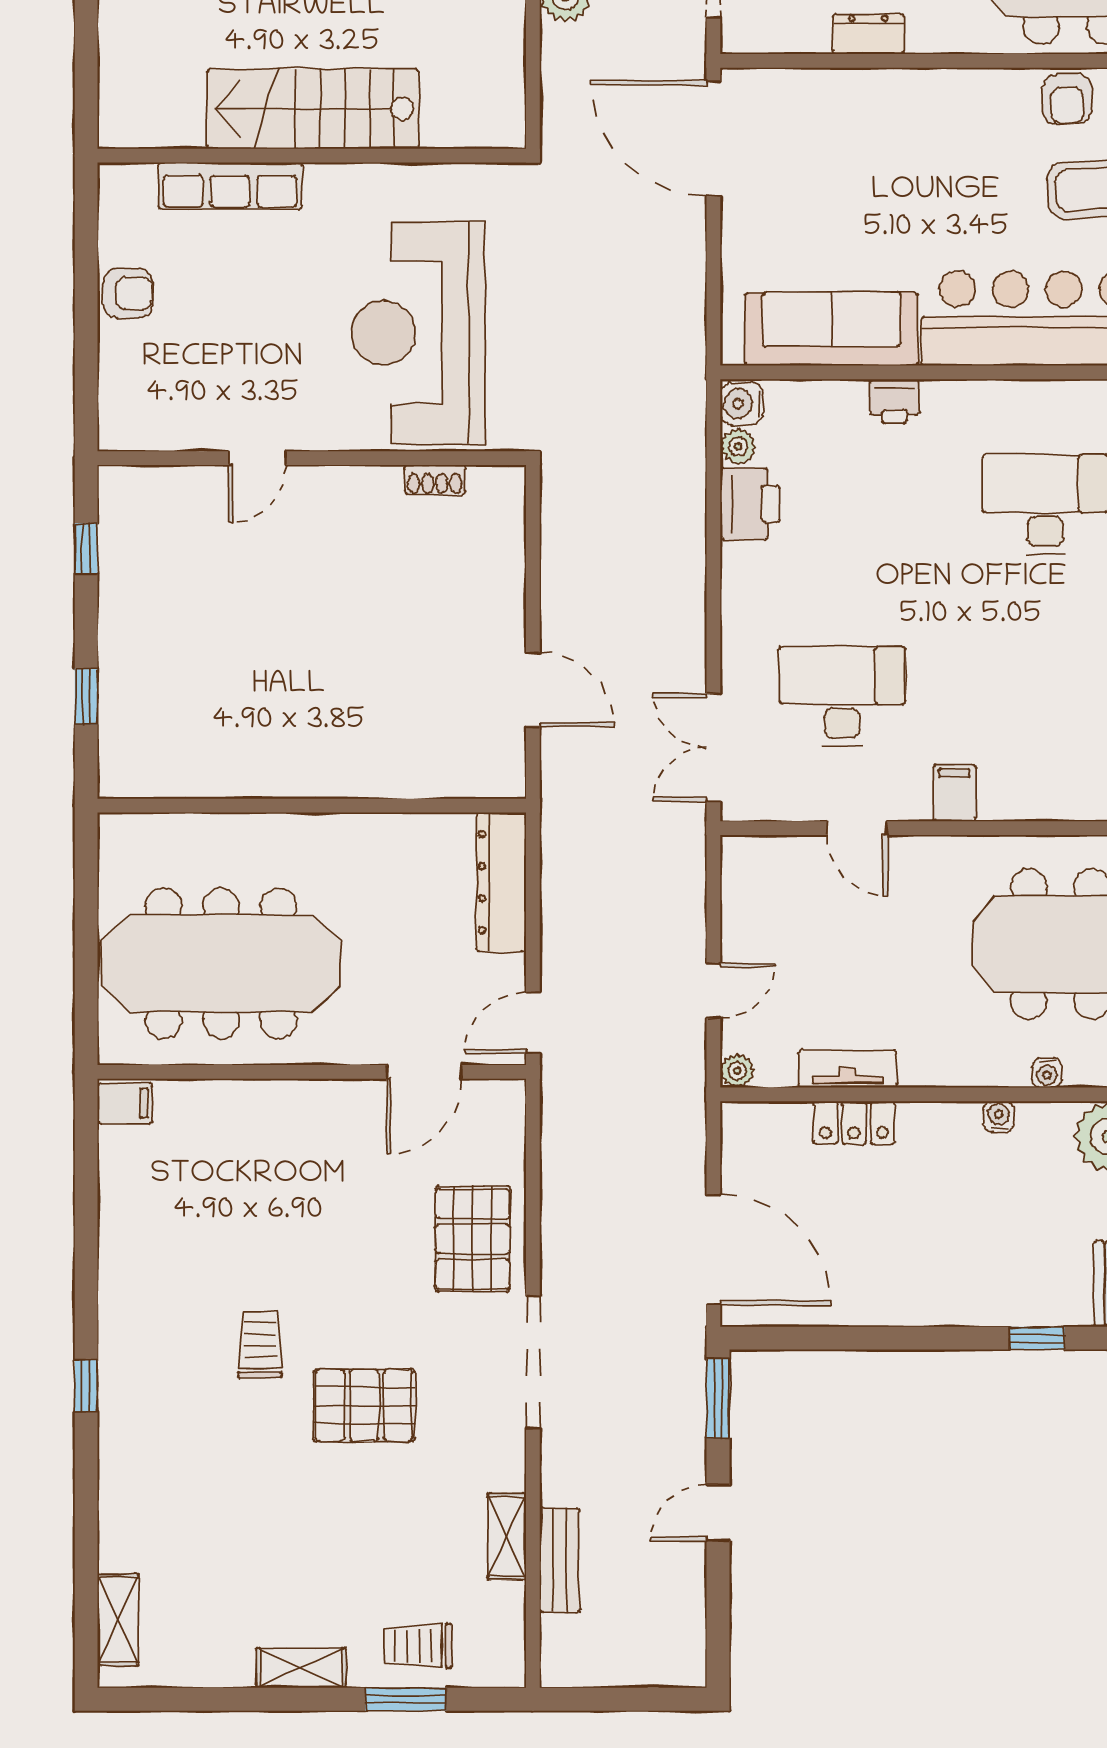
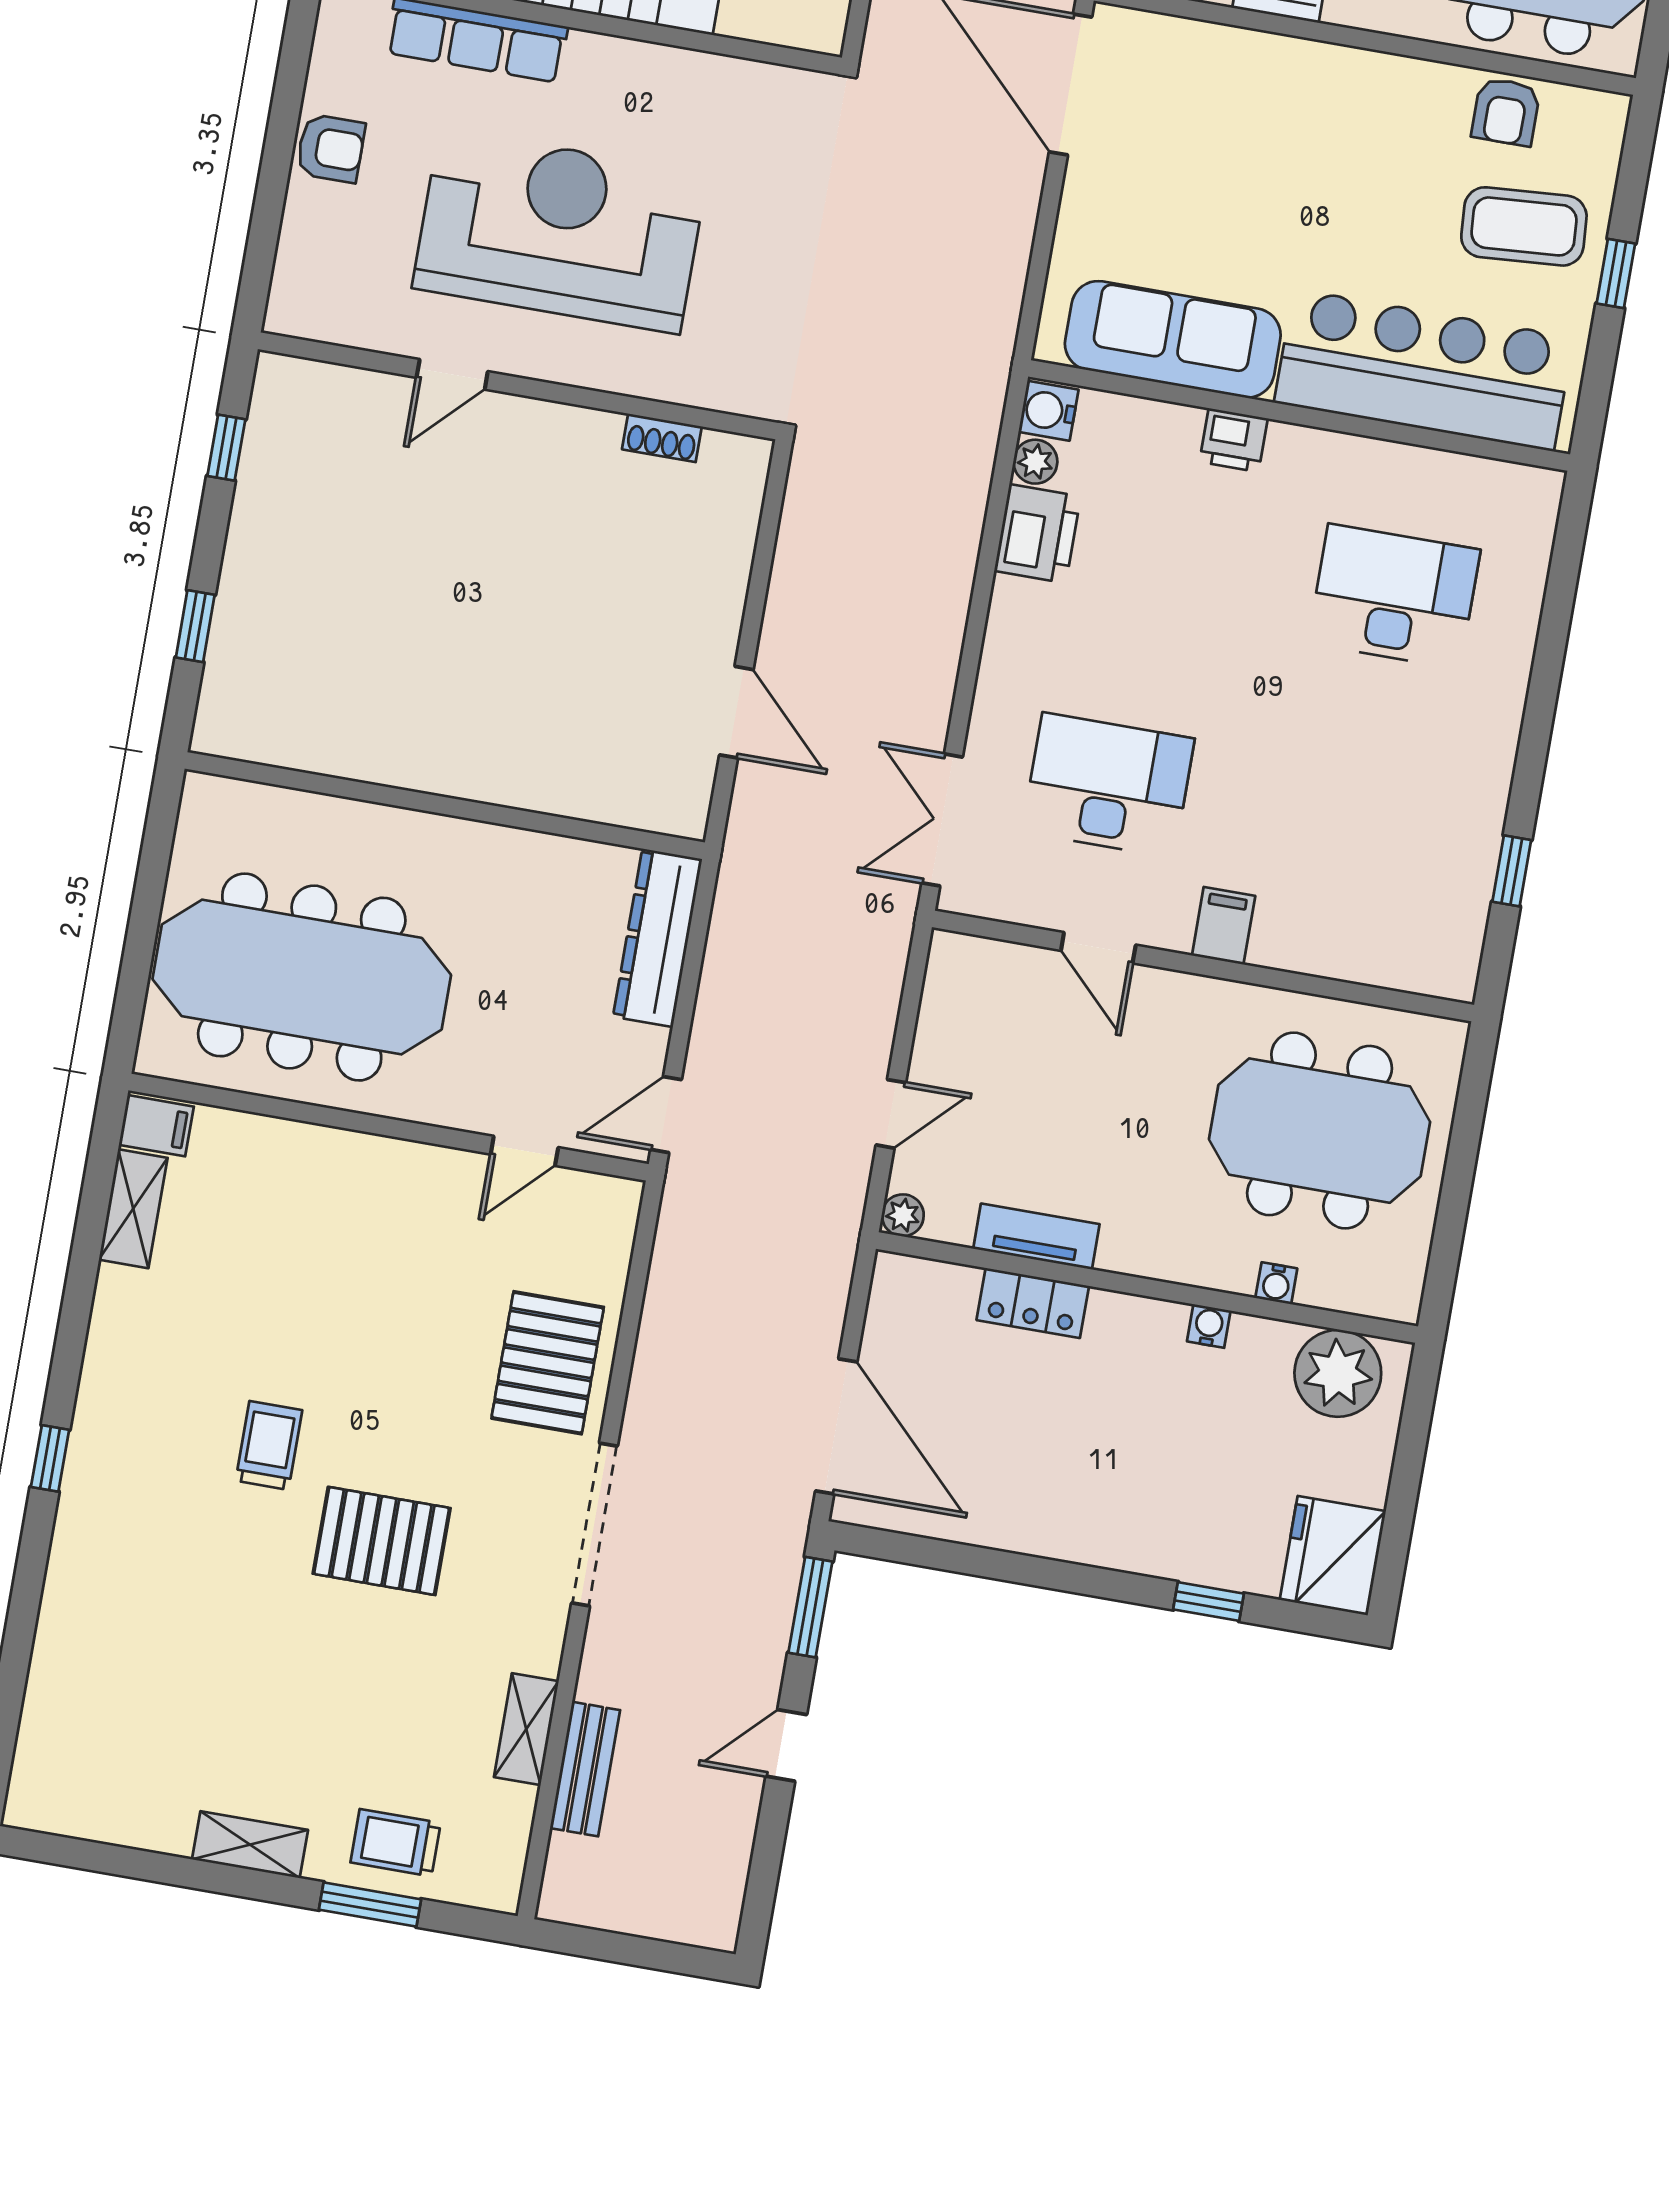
reception desk: (418, 333) -> (560, 231), moved, turned 90
door: (424, 1072) -> (524, 1151), width x0.73
shelving: (118, 1620) -> (133, 1209), moved

